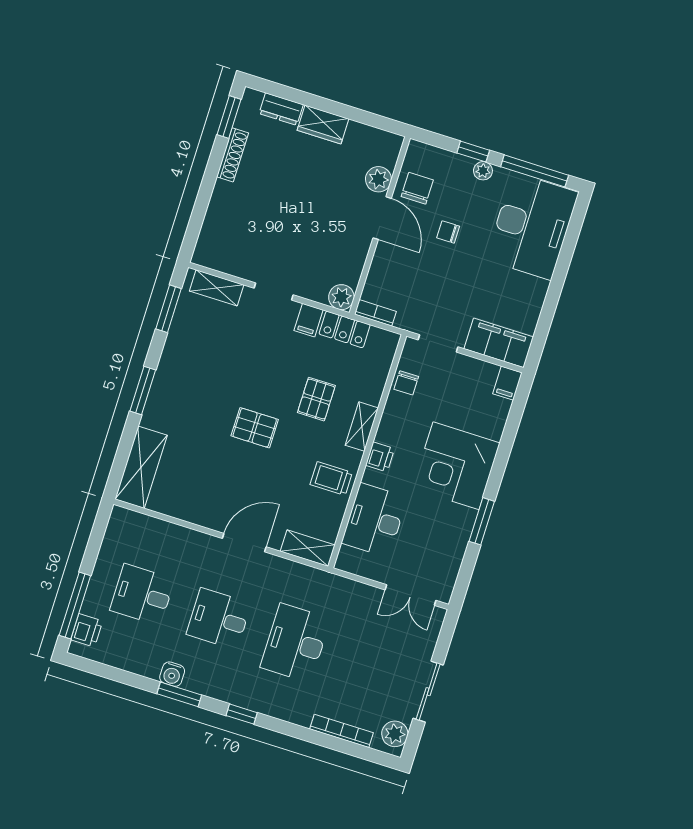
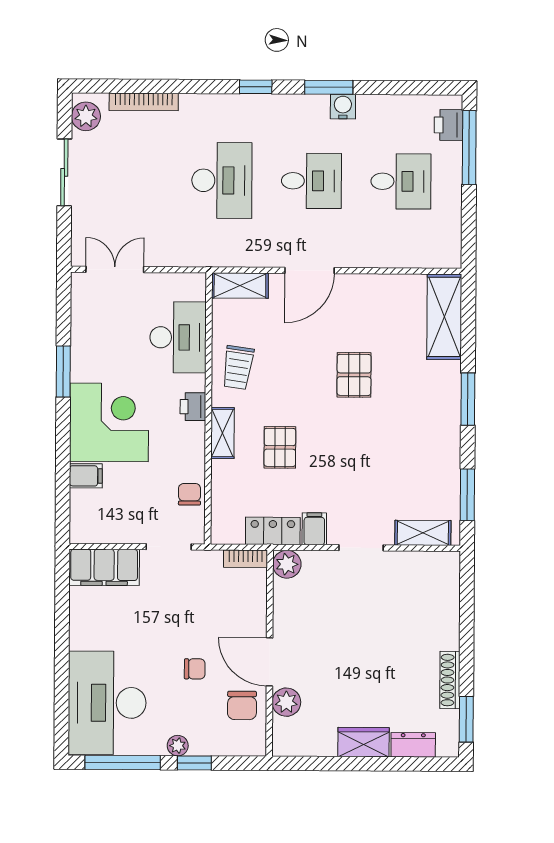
filing cabinet: (507, 383) -> (86, 476), moved, turned 90
pallet: (255, 428) -> (354, 375), moved, turned 90
trolley: (331, 479) -> (238, 368), turned 98

